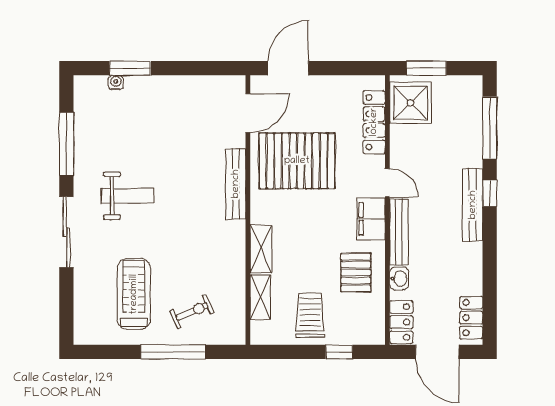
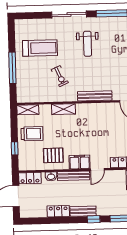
pallet: (297, 161) -> (107, 125), removed
bench: (473, 205) -> (83, 211), width x0.73
shelving: (260, 297) -> (28, 110), moved
exercise bike: (192, 312) -> (60, 76), moved
locker: (471, 318) -> (58, 211), moved

